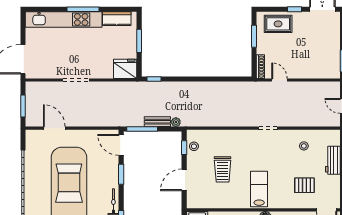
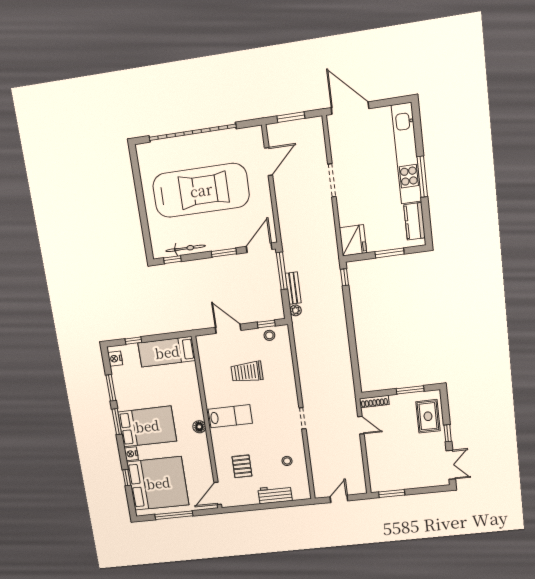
door: (279, 80) -> (361, 425), hinge flipped

